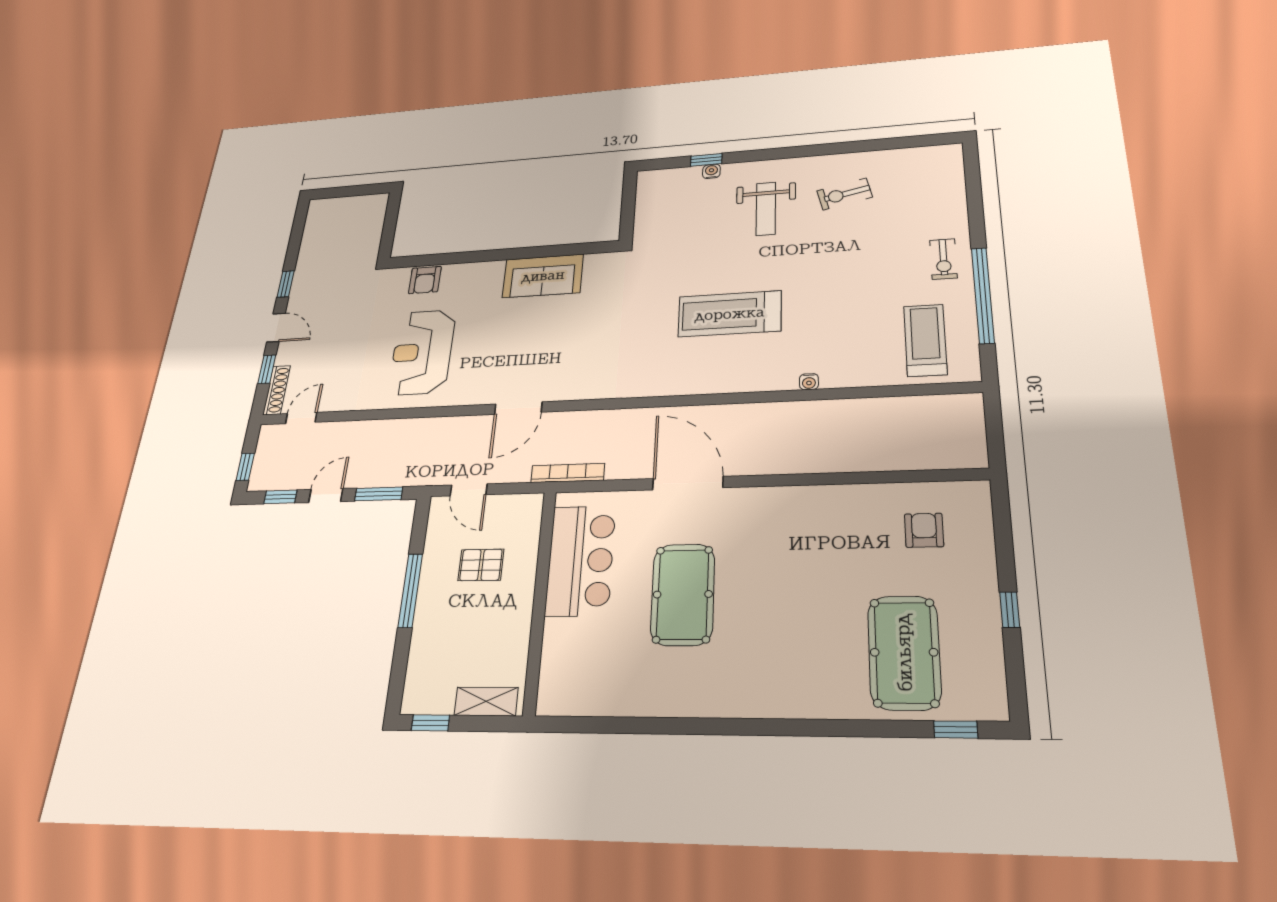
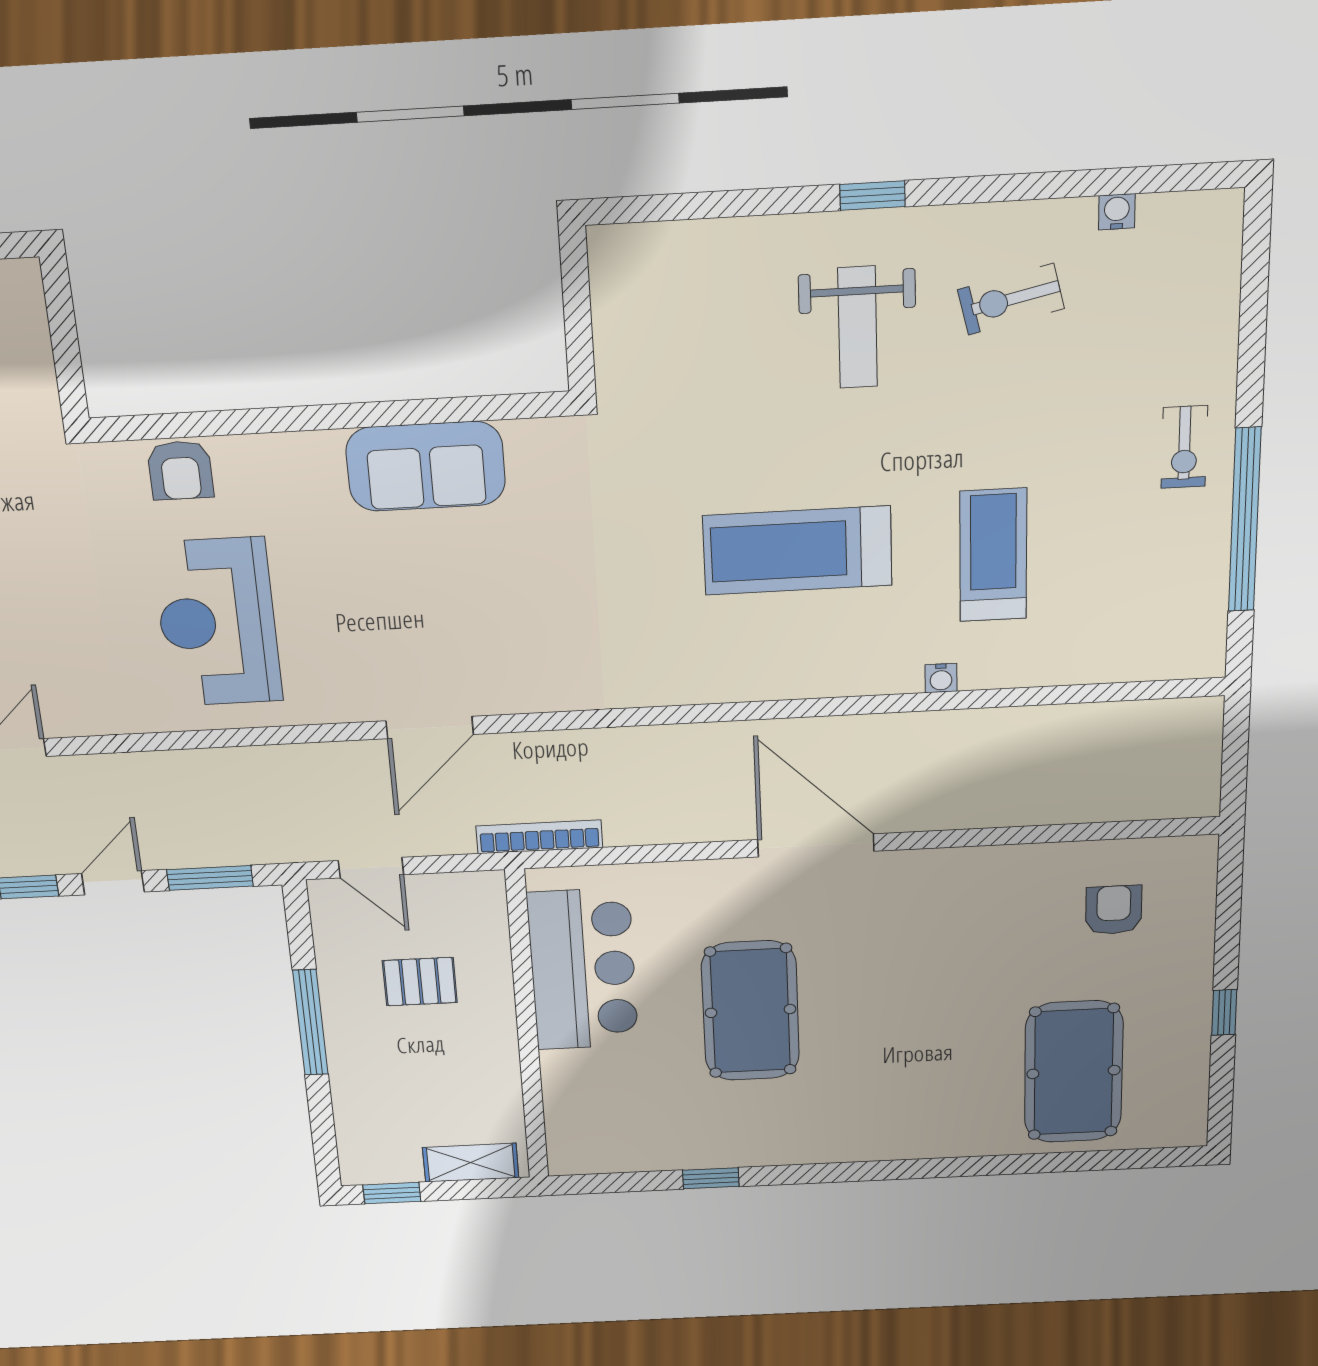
window: (706, 160) -> (873, 196), moved
water cooler: (711, 171) -> (1117, 212), moved
treadmill: (925, 340) -> (993, 555), moved
door: (688, 483) -> (816, 845), moved
window: (956, 729) -> (711, 1178), moved

